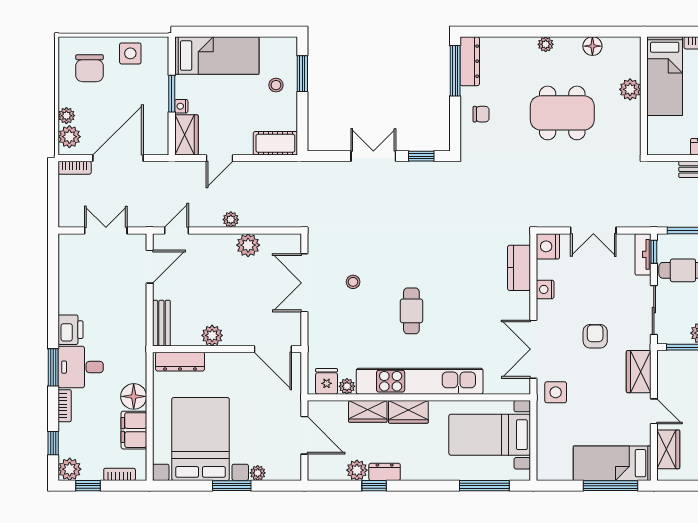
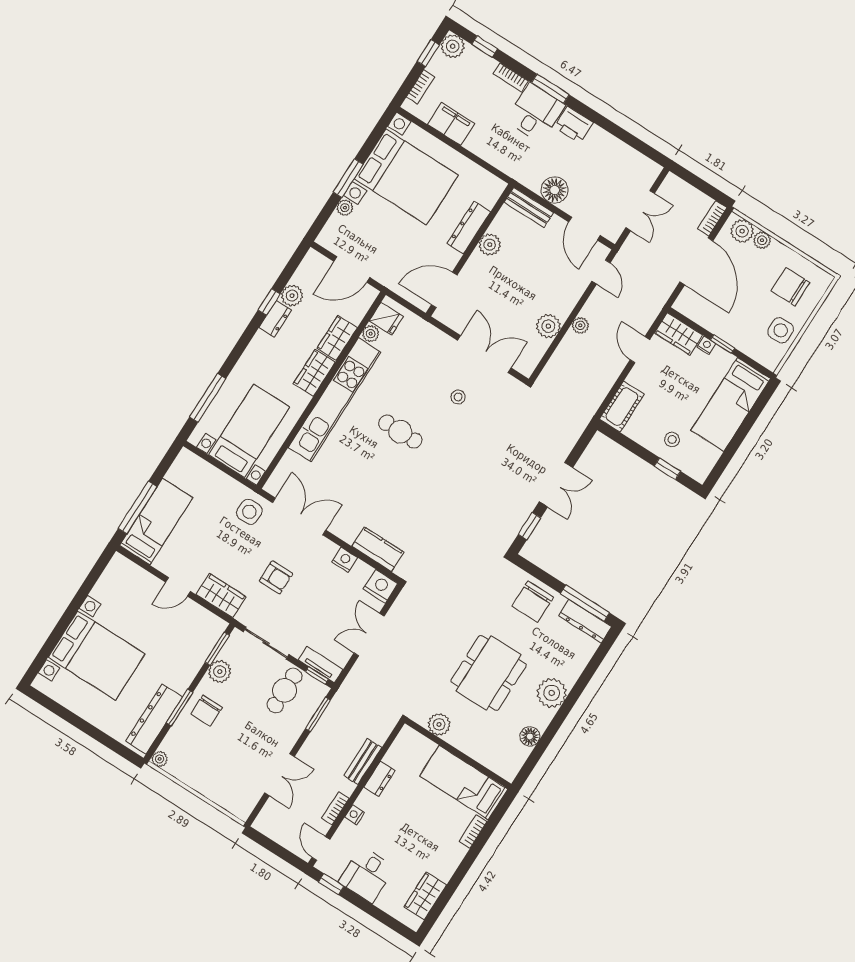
plant: (546, 44) -> (552, 693), width x1.87, depth x1.87
window: (302, 74) -> (667, 469), width x0.67
plant: (630, 89) -> (439, 724), moved
window: (172, 94) -> (723, 344), width x0.67
chair: (481, 114) -> (533, 602), width x1.87, depth x1.87
dresser: (180, 362) -> (469, 228), moved
floor lamp: (134, 396) -> (555, 190), moved
wardrobe: (668, 449) -> (137, 578), removed

